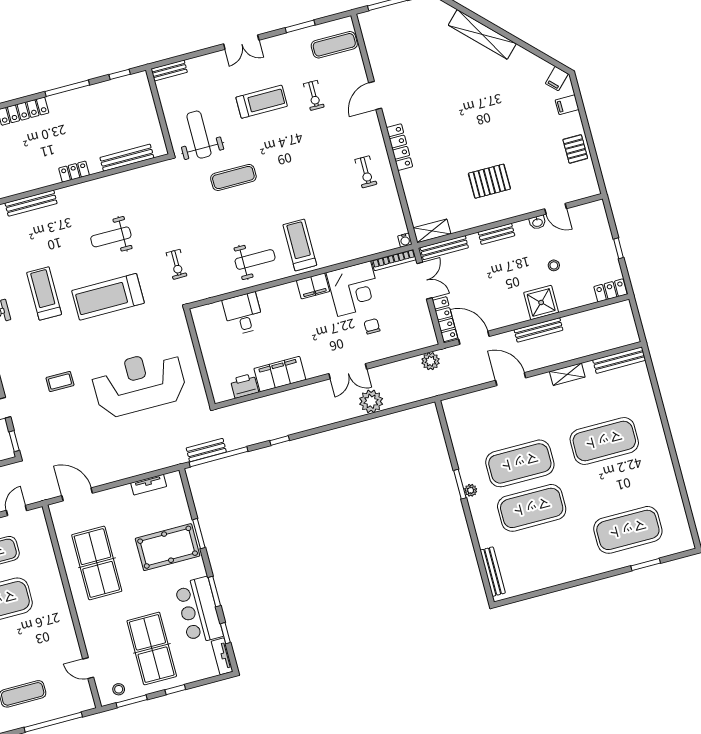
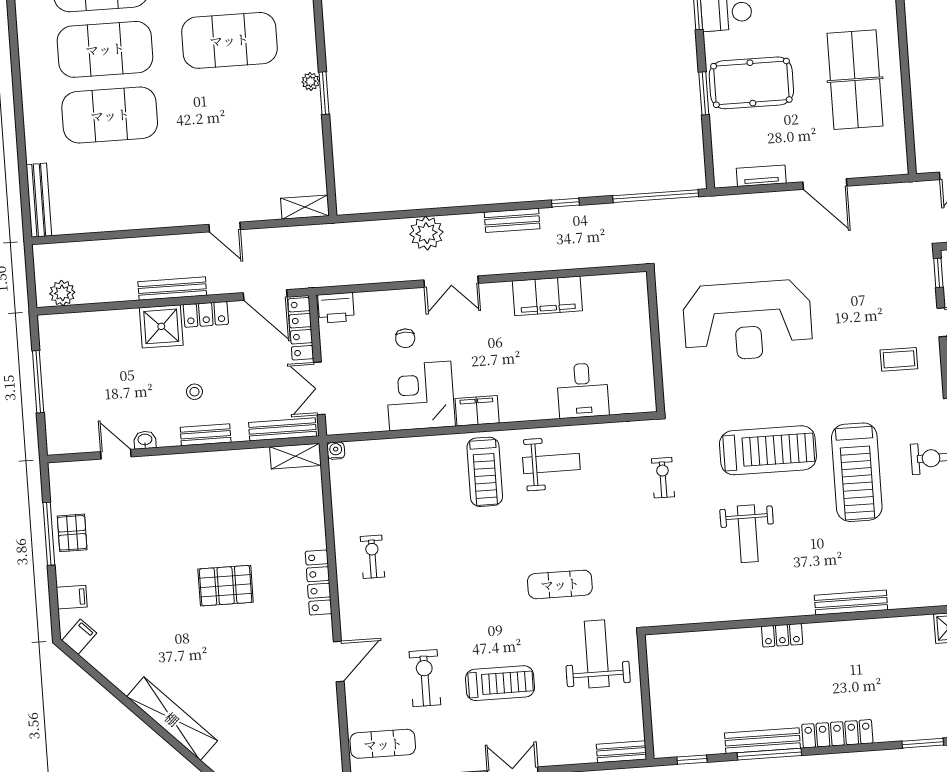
exercise bike: (314, 95) -> (425, 678), width x1.38, depth x1.39
treadmill: (262, 102) -> (500, 683), turned 180
weight bench: (199, 135) -> (597, 654), turned 180
window: (591, 145) -> (49, 534), added
bench: (127, 158) -> (762, 741), moved
pallet: (489, 181) -> (226, 586), moved
weight bench: (111, 237) -> (748, 534), turned 90
window: (618, 248) -> (38, 382), width x2.17
weight bench: (255, 259) -> (551, 463), turned 180
bookcase: (394, 260) -> (356, 425), removed
stool: (554, 265) -> (194, 392), moved
locker: (610, 290) -> (206, 314), moved
treadmill: (44, 293) -> (857, 472), width x1.37, depth x1.38
bench: (619, 360) -> (39, 200), moved, turned 90
plant: (431, 361) -> (62, 293), moved
double door: (348, 371) -> (451, 282), swing flipped
shelving: (567, 374) -> (305, 207), moved
door: (511, 379) -> (225, 227), width x0.73
coffee table: (60, 381) -> (899, 359), moved
printer: (244, 386) -> (336, 308), moved
bench: (206, 450) -> (512, 220), moved
exercise mat: (520, 463) -> (105, 49), moved
door: (77, 494) -> (825, 184), moved

